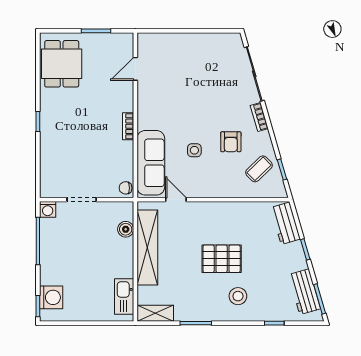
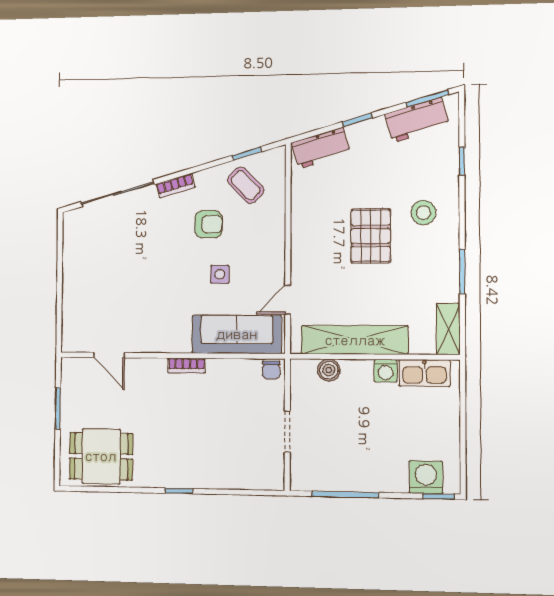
washing machine: (48, 209) -> (386, 371), moved, turned 90

